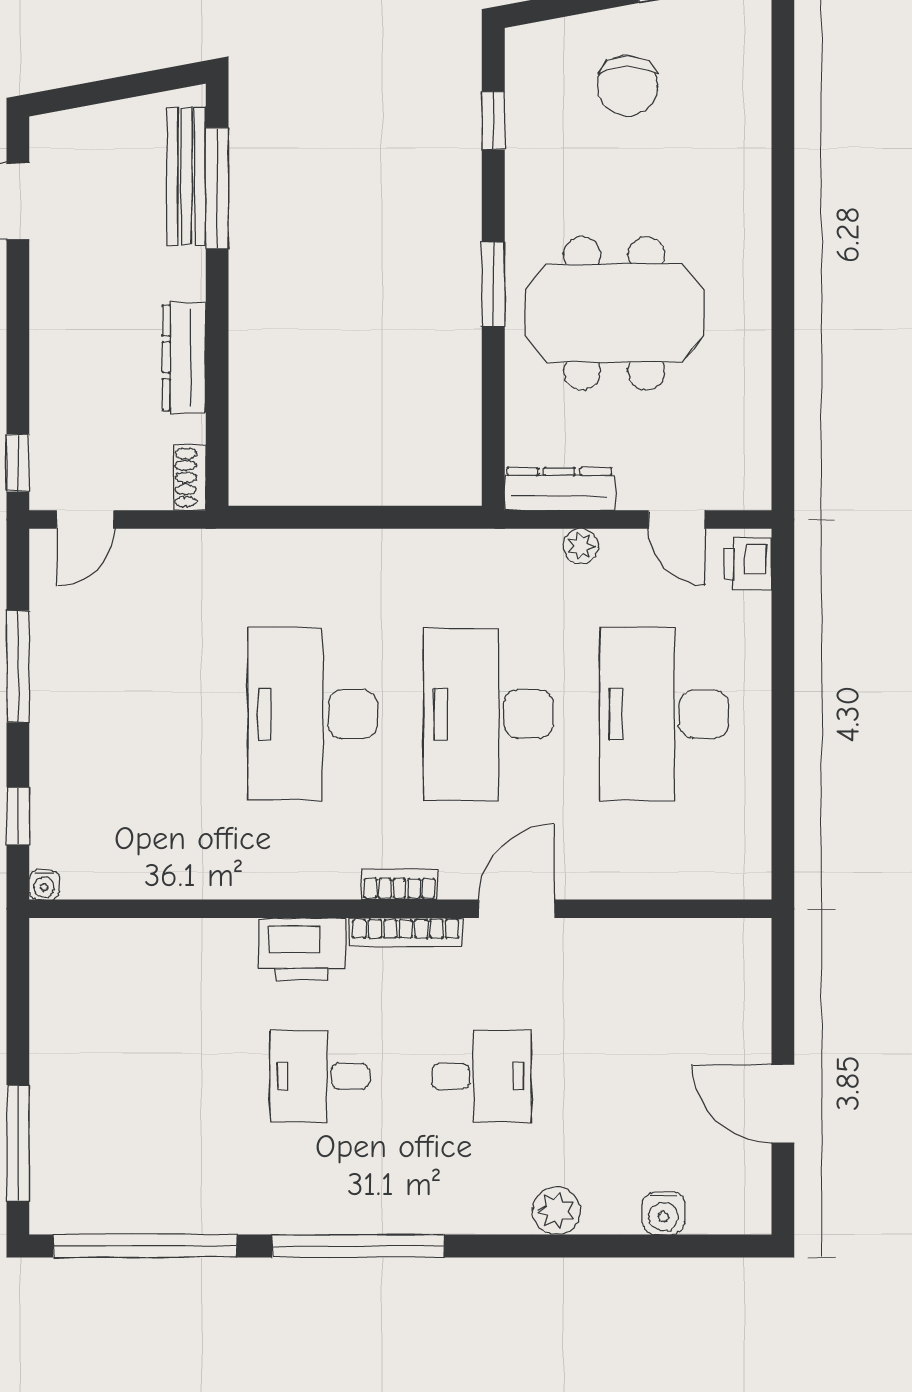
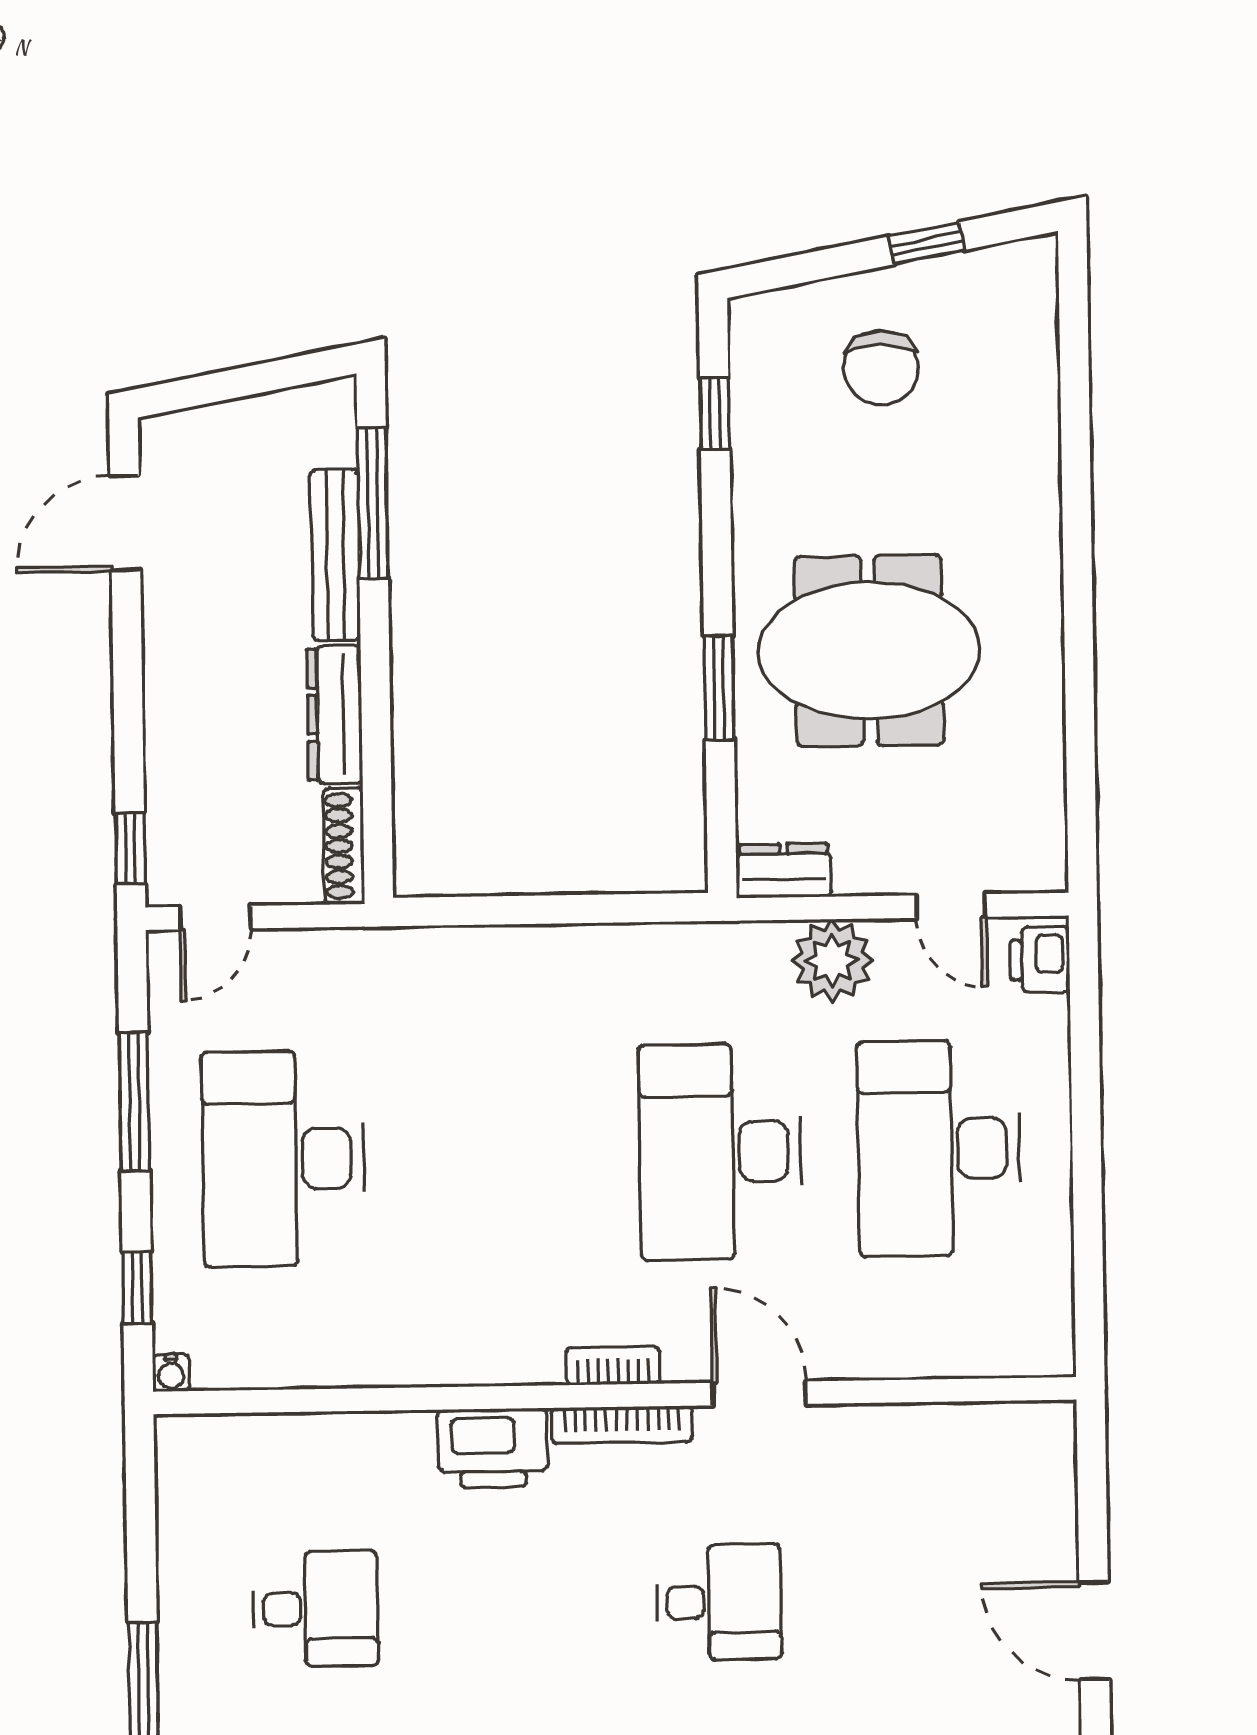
bench: (186, 176) -> (335, 555), moved
window: (493, 284) -> (719, 688), moved
shoe rack: (190, 478) -> (344, 846), width x1.43
dresser: (559, 489) -> (784, 871), width x0.70
plant: (581, 546) -> (832, 960), width x1.88, depth x1.88
desk: (313, 714) -> (283, 1159), moved
door: (517, 909) -> (759, 1393), hinge flipped
desk: (319, 1076) -> (315, 1609), moved, turned 180

